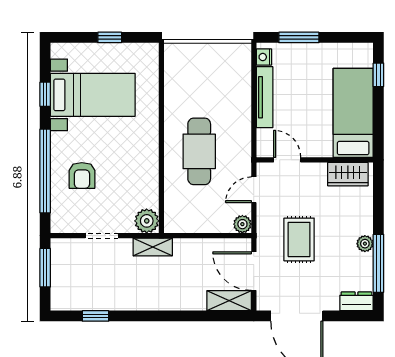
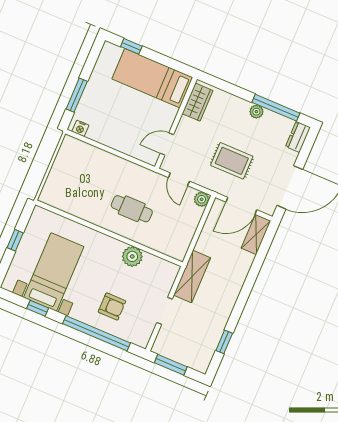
tv unit: (265, 97) -> (111, 141), removed
cafe table: (199, 151) -> (132, 209), width x0.73, depth x0.74
plant: (147, 221) -> (132, 256), moved
shelving: (153, 247) -> (192, 276), width x1.50, depth x1.33

